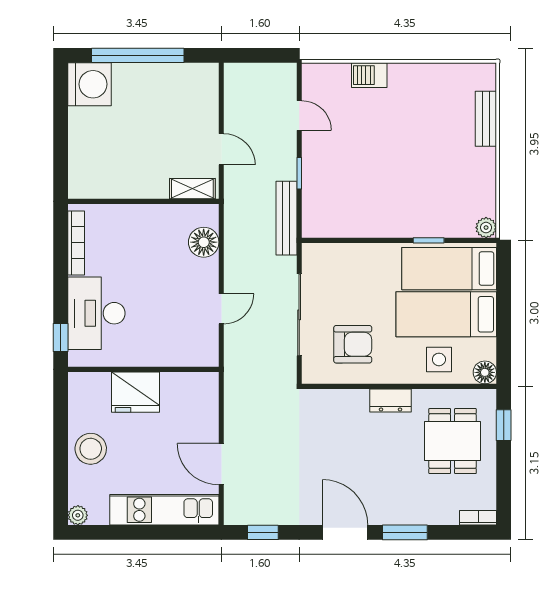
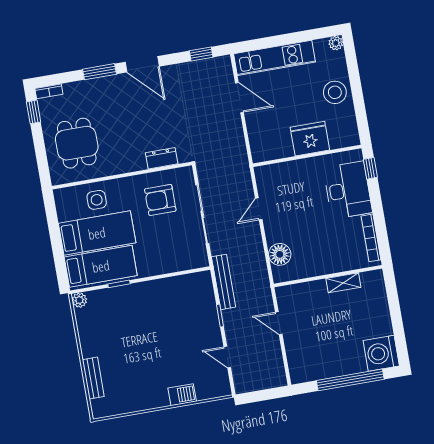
shelving: (192, 189) -> (343, 283), moved
floor lamp: (485, 372) -> (62, 196), removed
dresser: (391, 400) -> (162, 158), moved
window: (504, 425) -> (34, 112), moved

